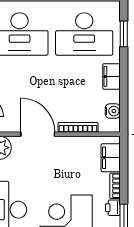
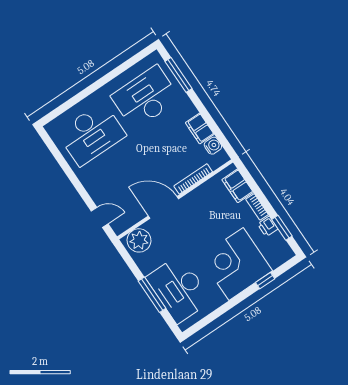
desk: (84, 34) -> (145, 97), turned 180
window: (124, 34) -> (179, 75), width x1.44
filing cabinet: (111, 76) -> (200, 128), moved

